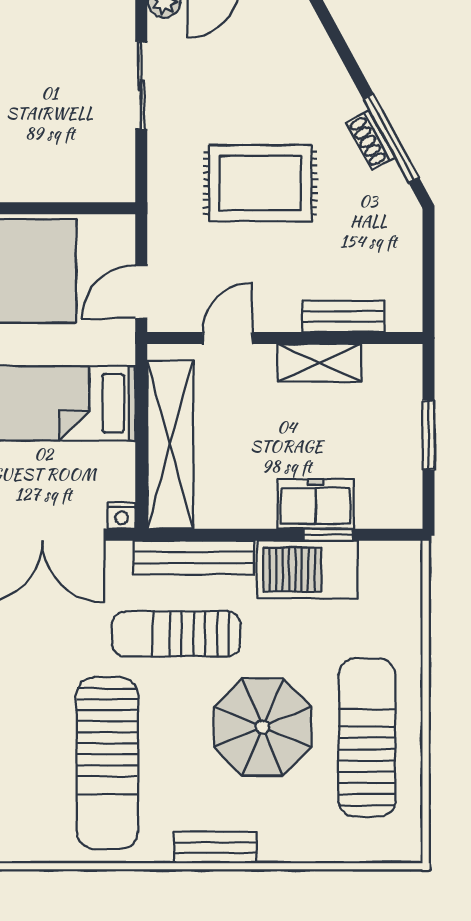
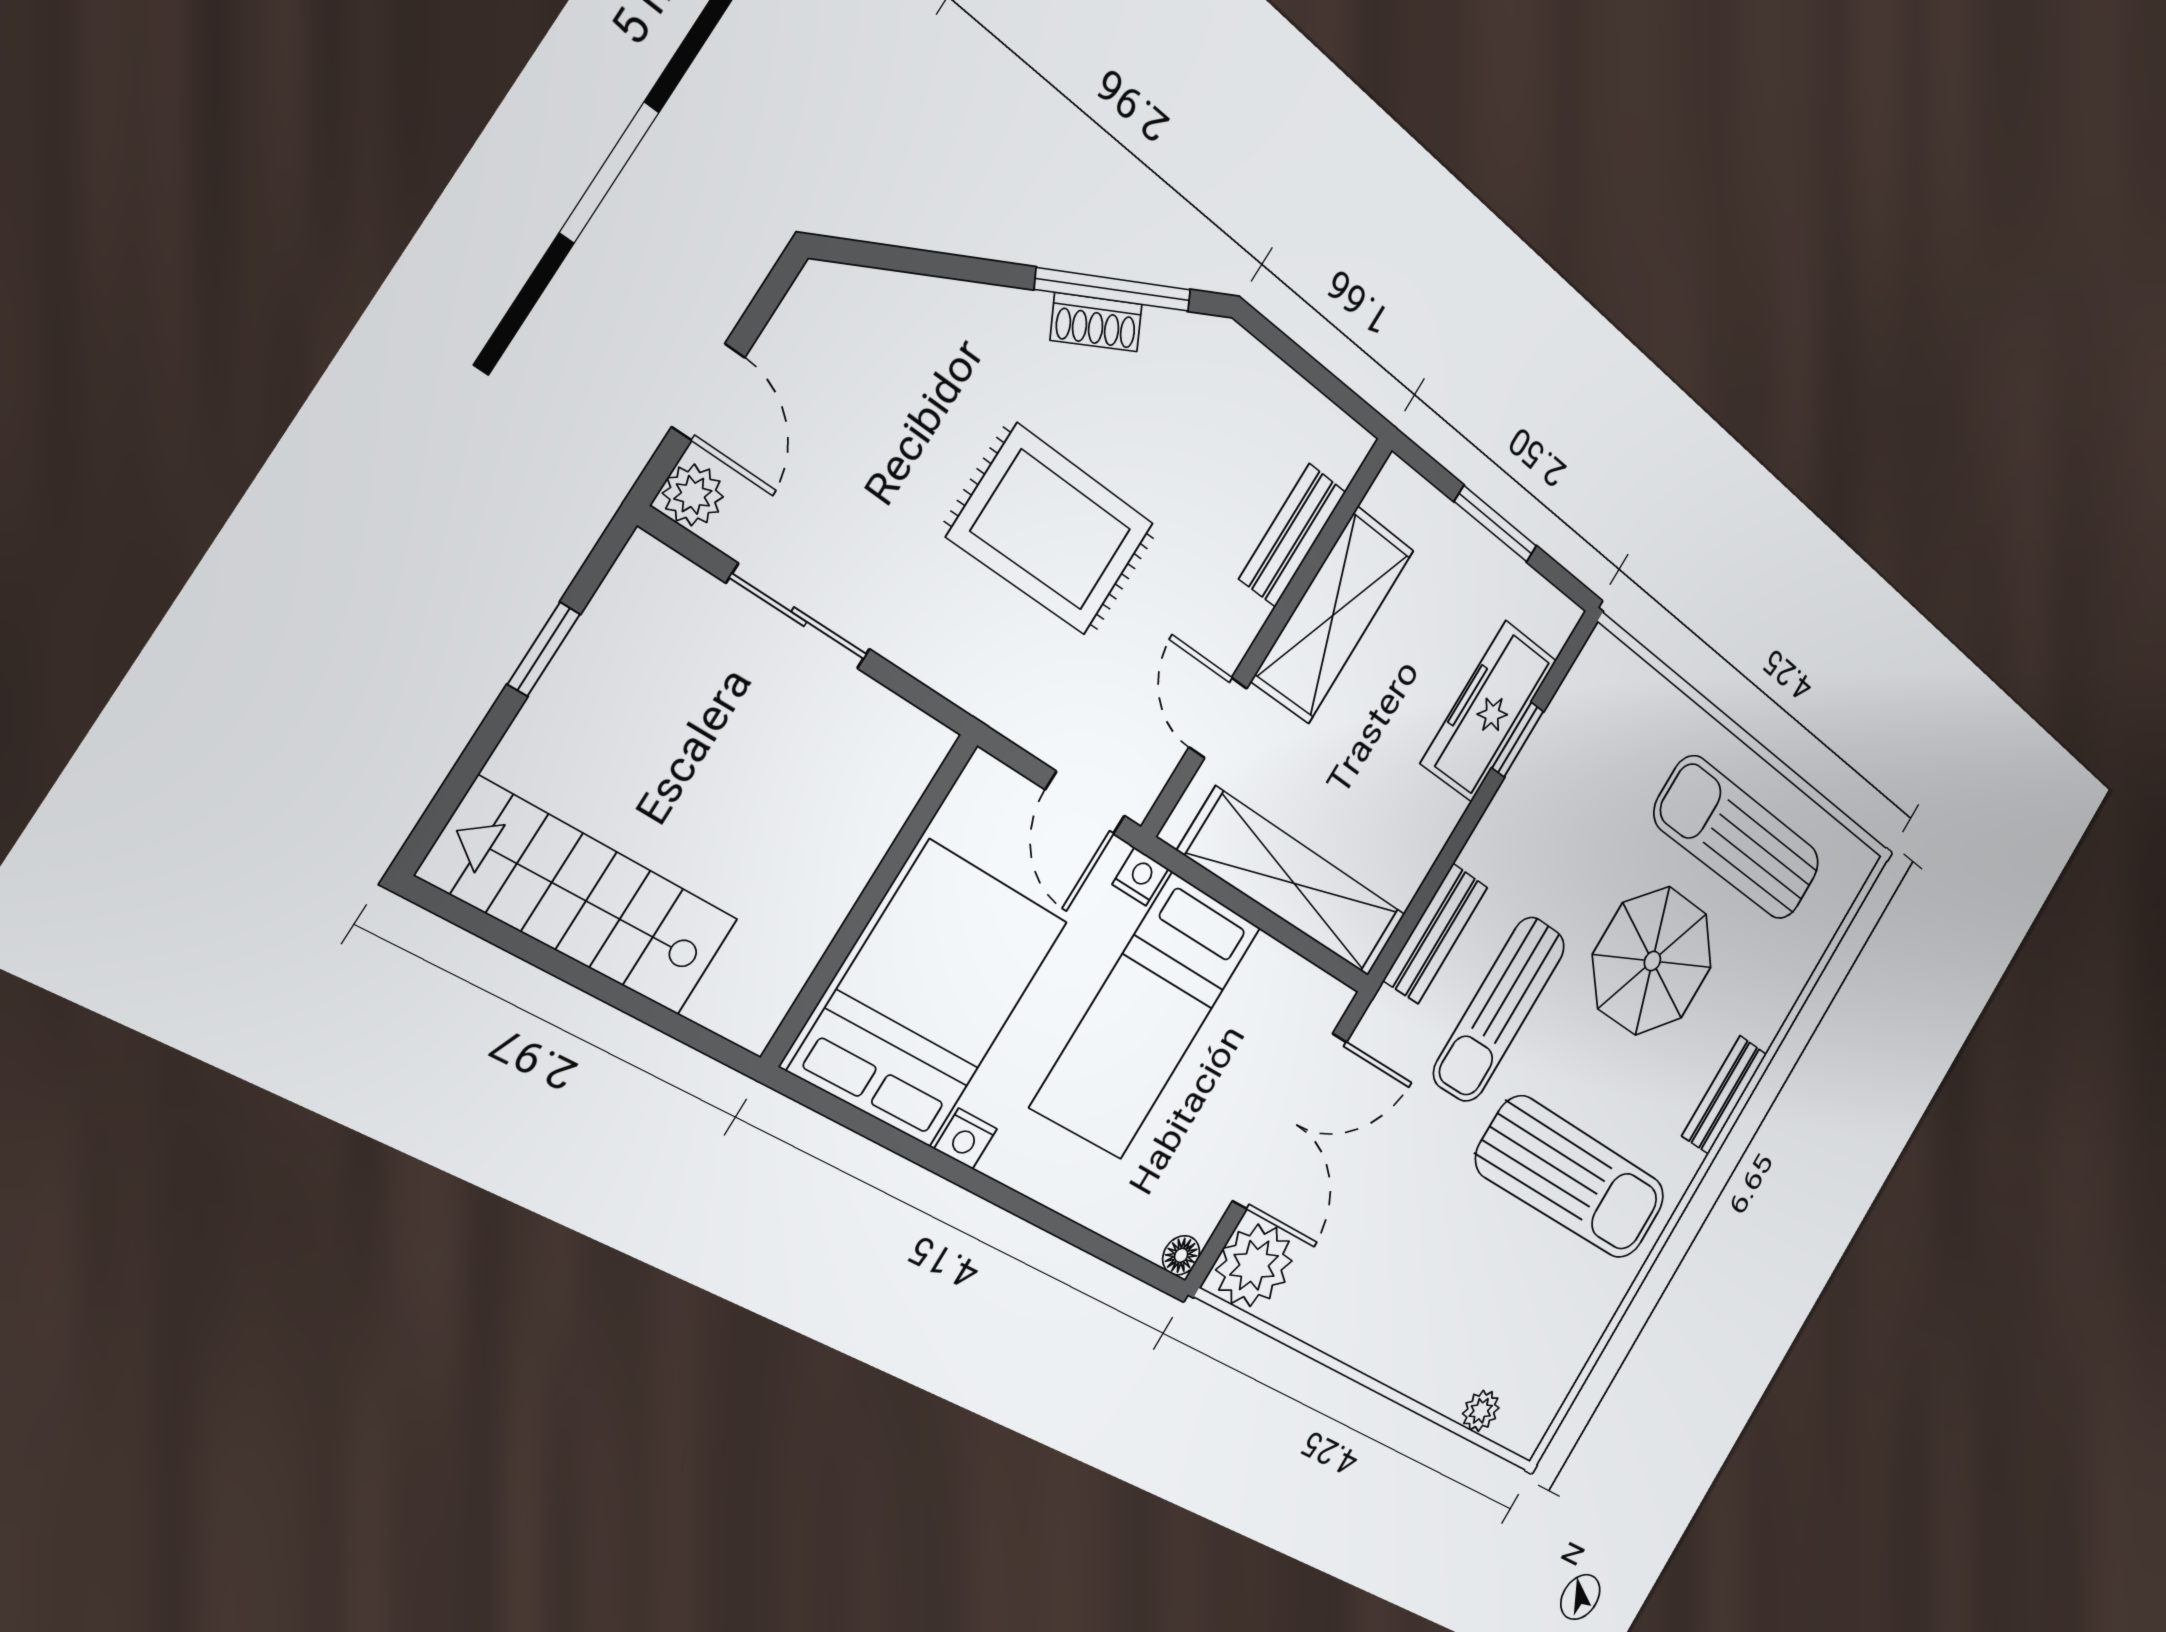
rug: (260, 183) -> (1051, 530), turned 90
shelving: (319, 363) -> (1333, 615), width x1.50, depth x1.33
freezer: (316, 504) -> (1489, 712), width x1.40
nightstand: (122, 516) -> (1140, 877), moved, turned -90
bench: (194, 557) -> (1435, 934), width x0.73
barbecue: (307, 570) -> (1537, 793), removed

